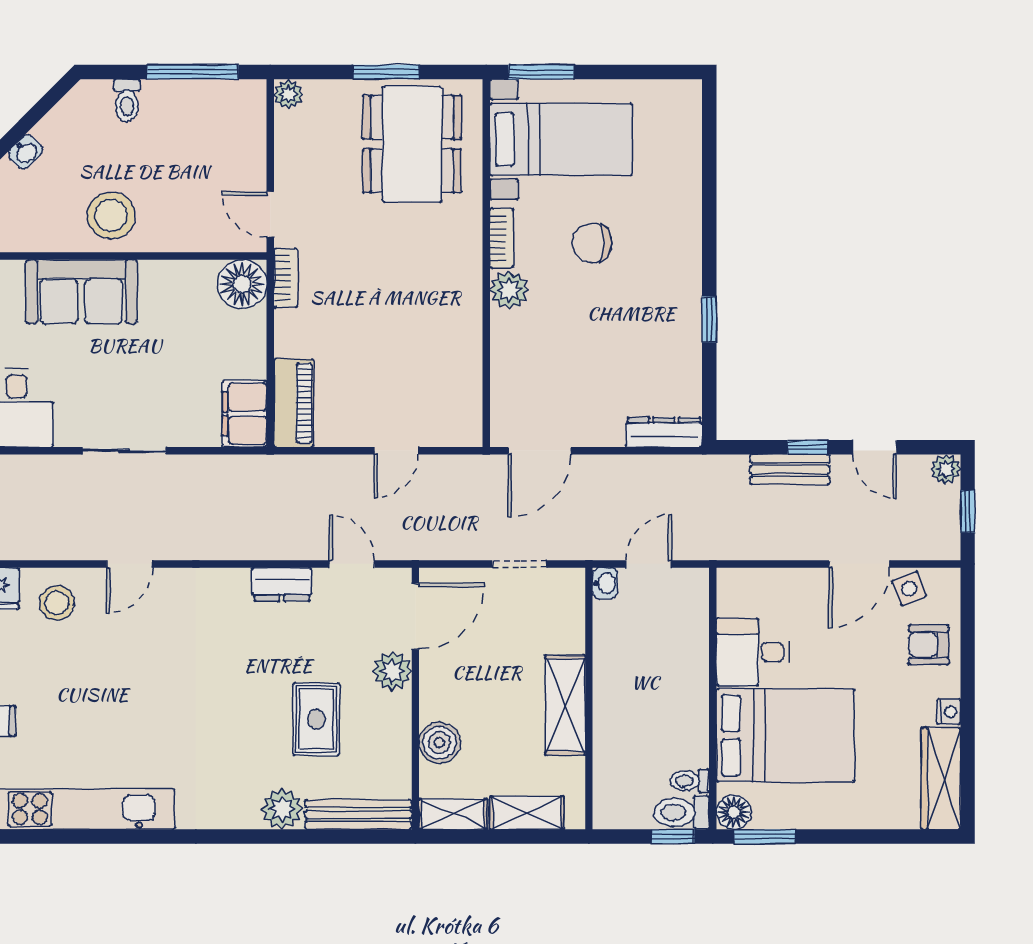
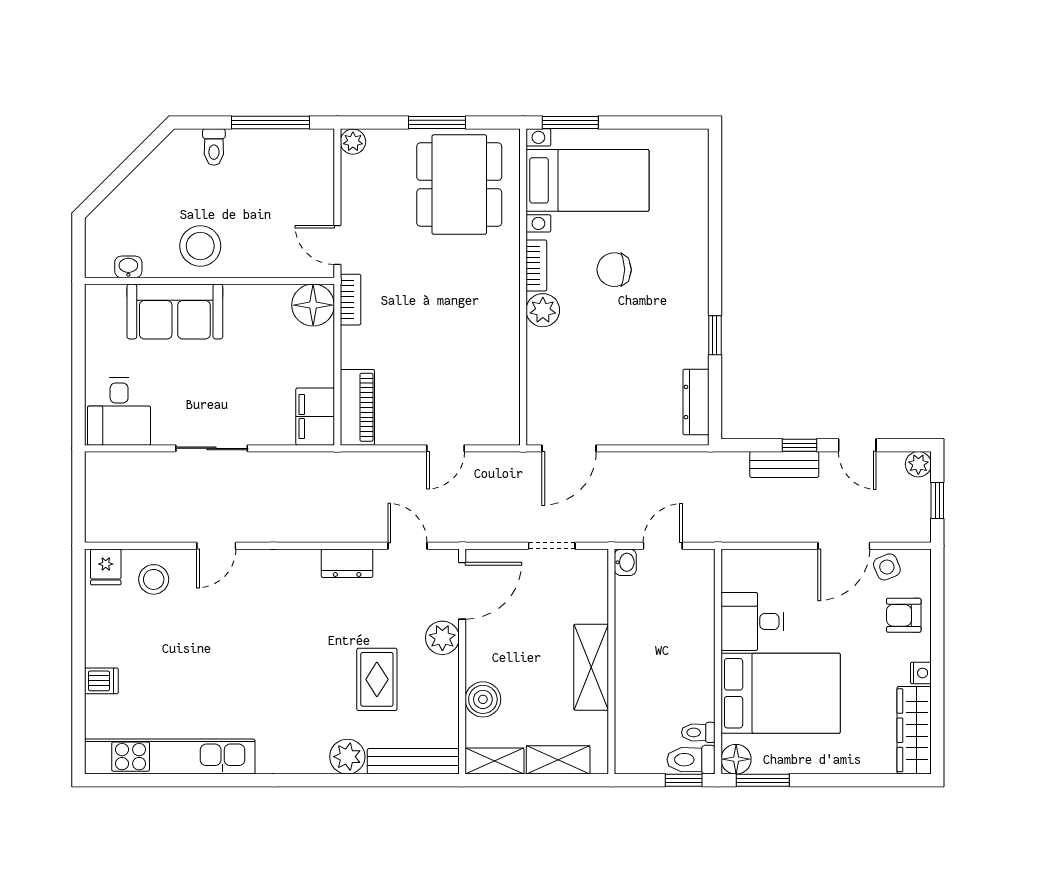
washbasin: (26, 152) -> (128, 267), moved, turned -135
dresser: (664, 432) -> (696, 402), moved, turned -90

